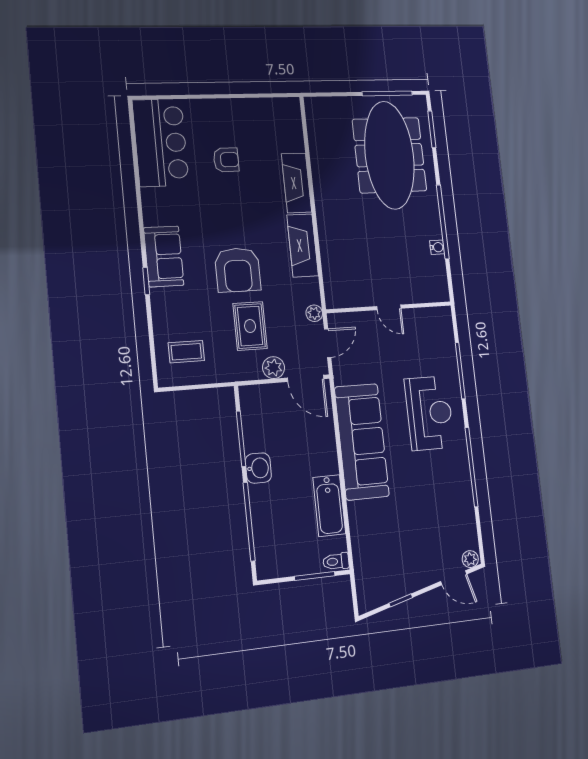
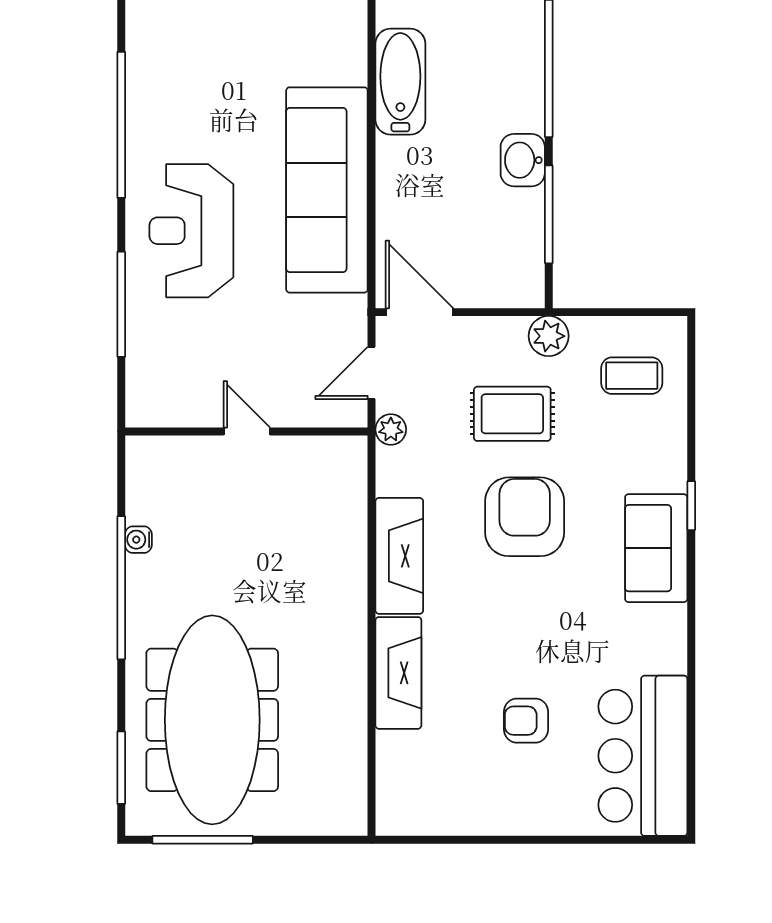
rug: (250, 326) -> (512, 414), turned 90
plant: (274, 368) -> (549, 336), moved

